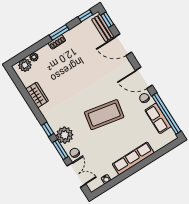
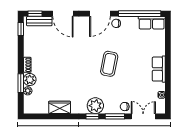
window: (59, 32) -> (21, 83), moved
door: (123, 45) -> (63, 14), hinge flipped
plant: (25, 65) -> (30, 80), moved
coffee table: (104, 115) -> (109, 64), width x0.73, depth x0.76
row of seats: (158, 118) -> (152, 23), moved
plant: (65, 135) -> (95, 106), moved
row of seats: (133, 158) -> (159, 69), width x0.68

